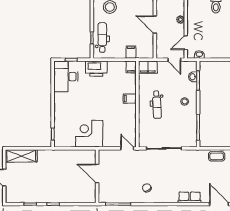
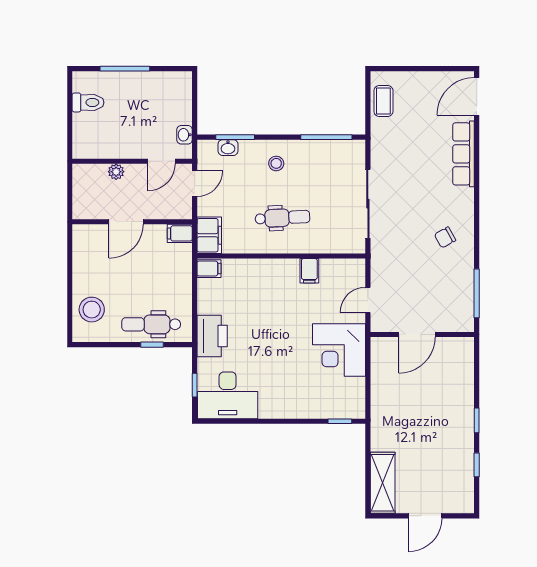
door: (186, 43) -> (161, 161), hinge flipped
filing cabinet: (131, 52) -> (180, 233), moved
filing cabinet: (130, 99) -> (309, 271), moved
door: (127, 148) -> (368, 300), moved
row of seats: (190, 197) -> (464, 154), width x1.48

